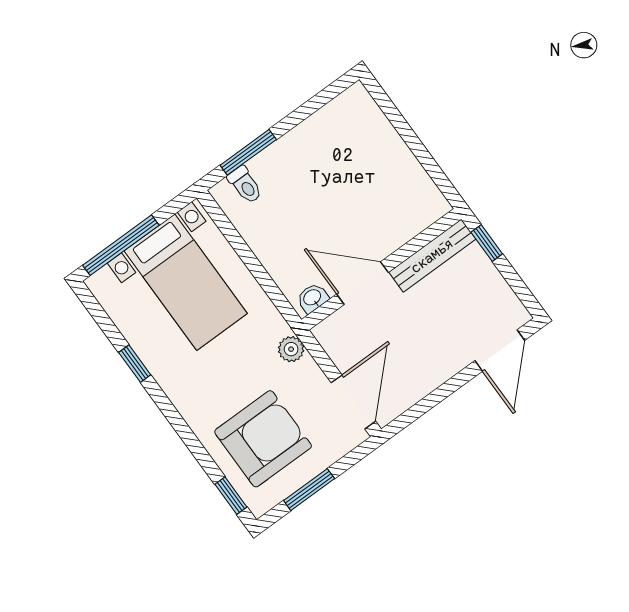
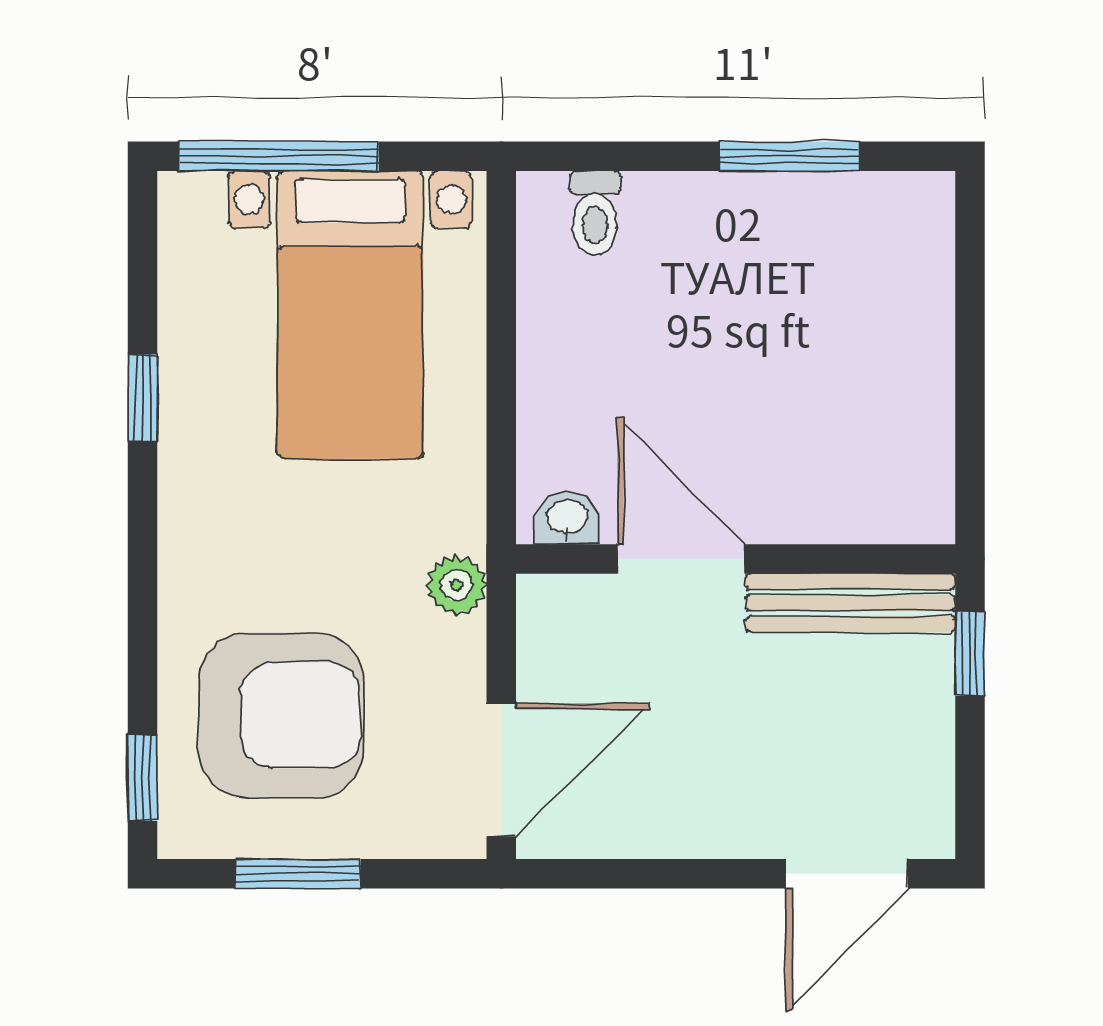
window: (248, 152) -> (789, 156), moved

